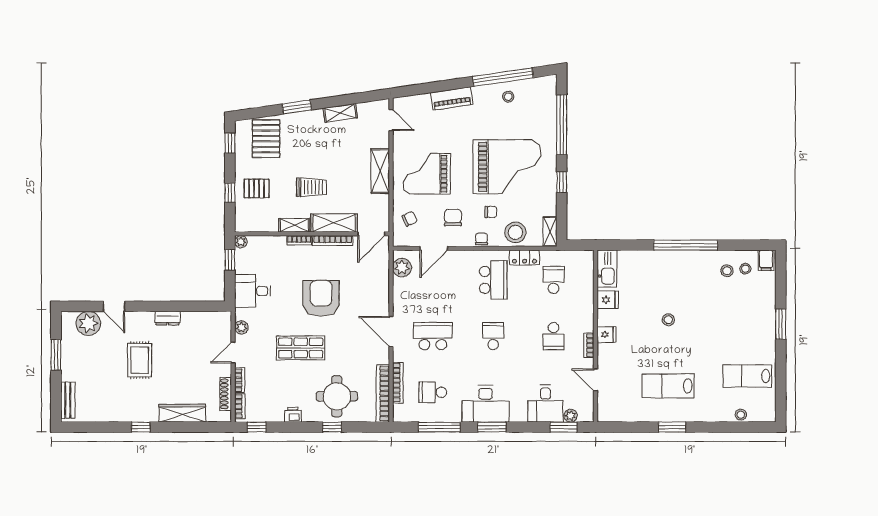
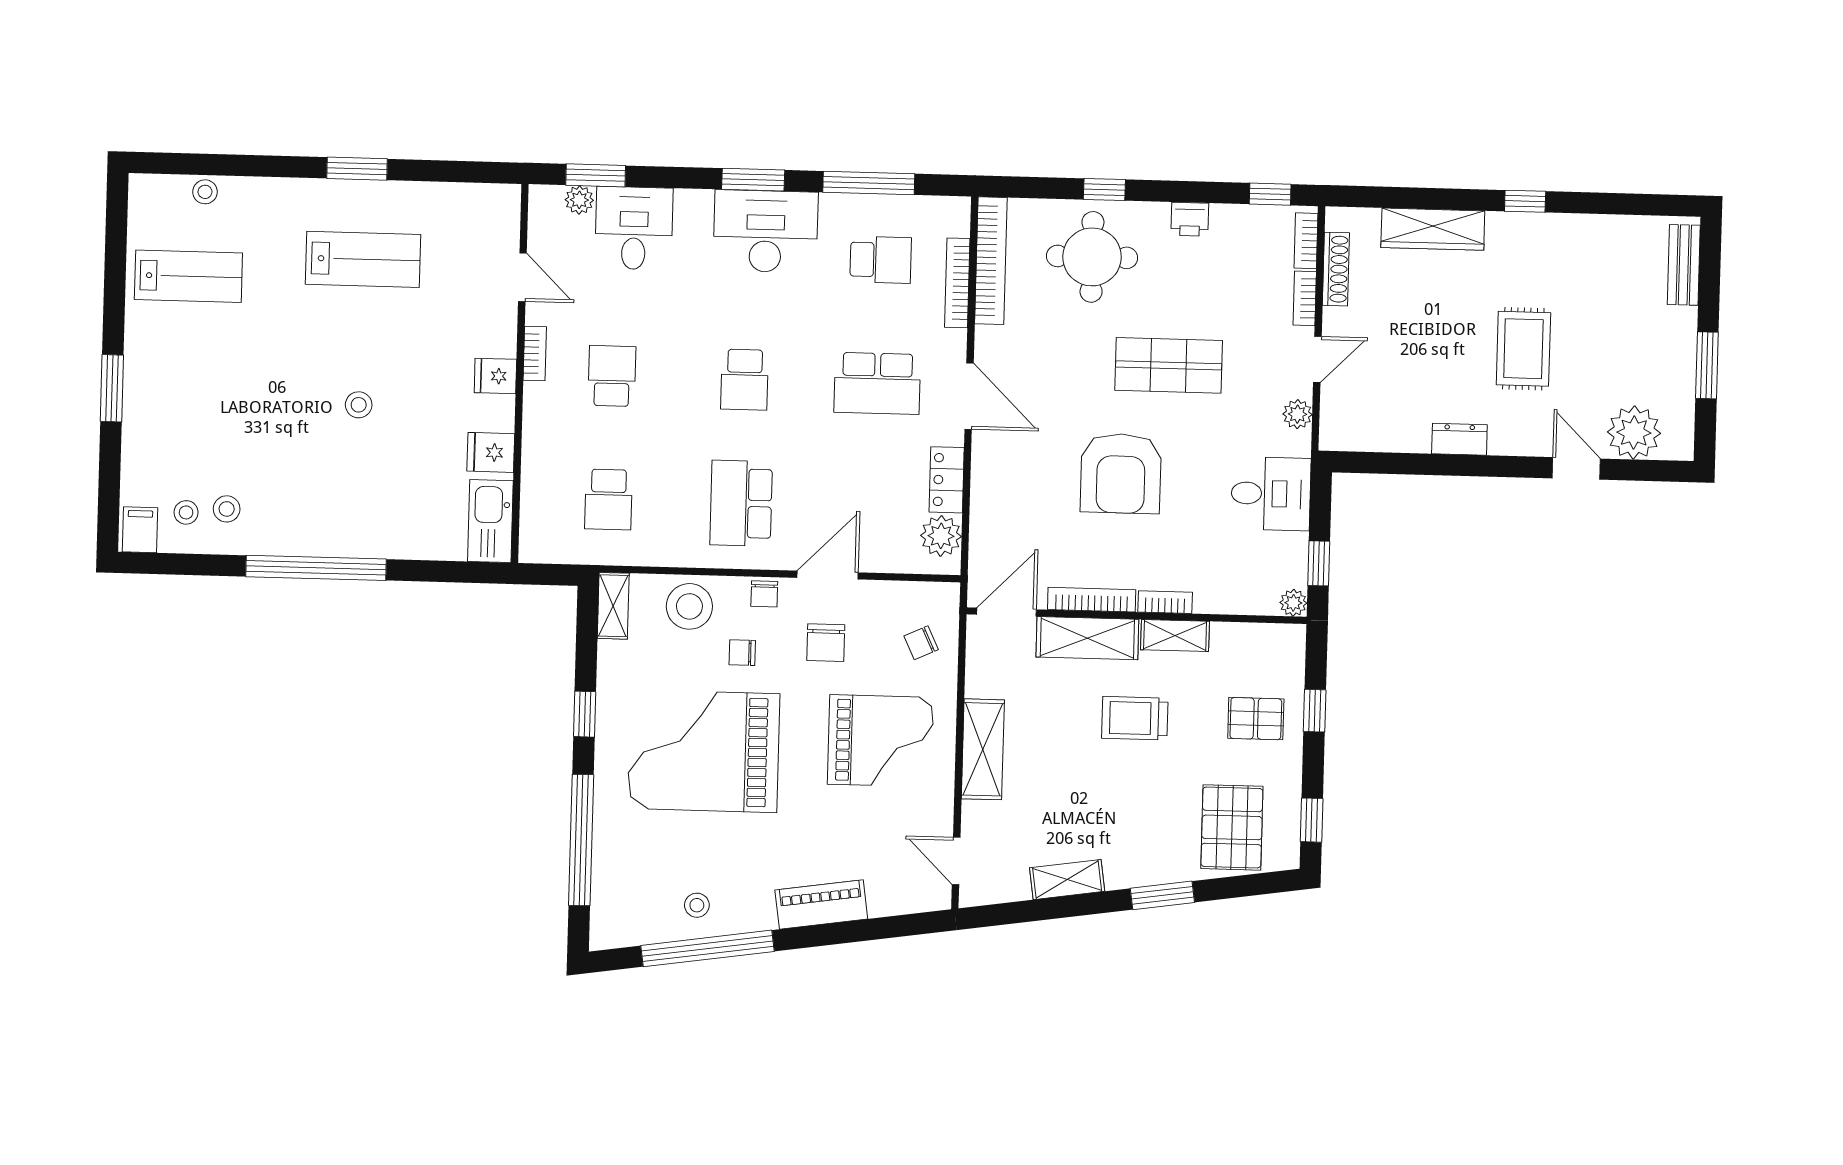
door: (434, 248) -> (828, 575), moved
locker: (524, 257) -> (947, 480), moved, turned -90

